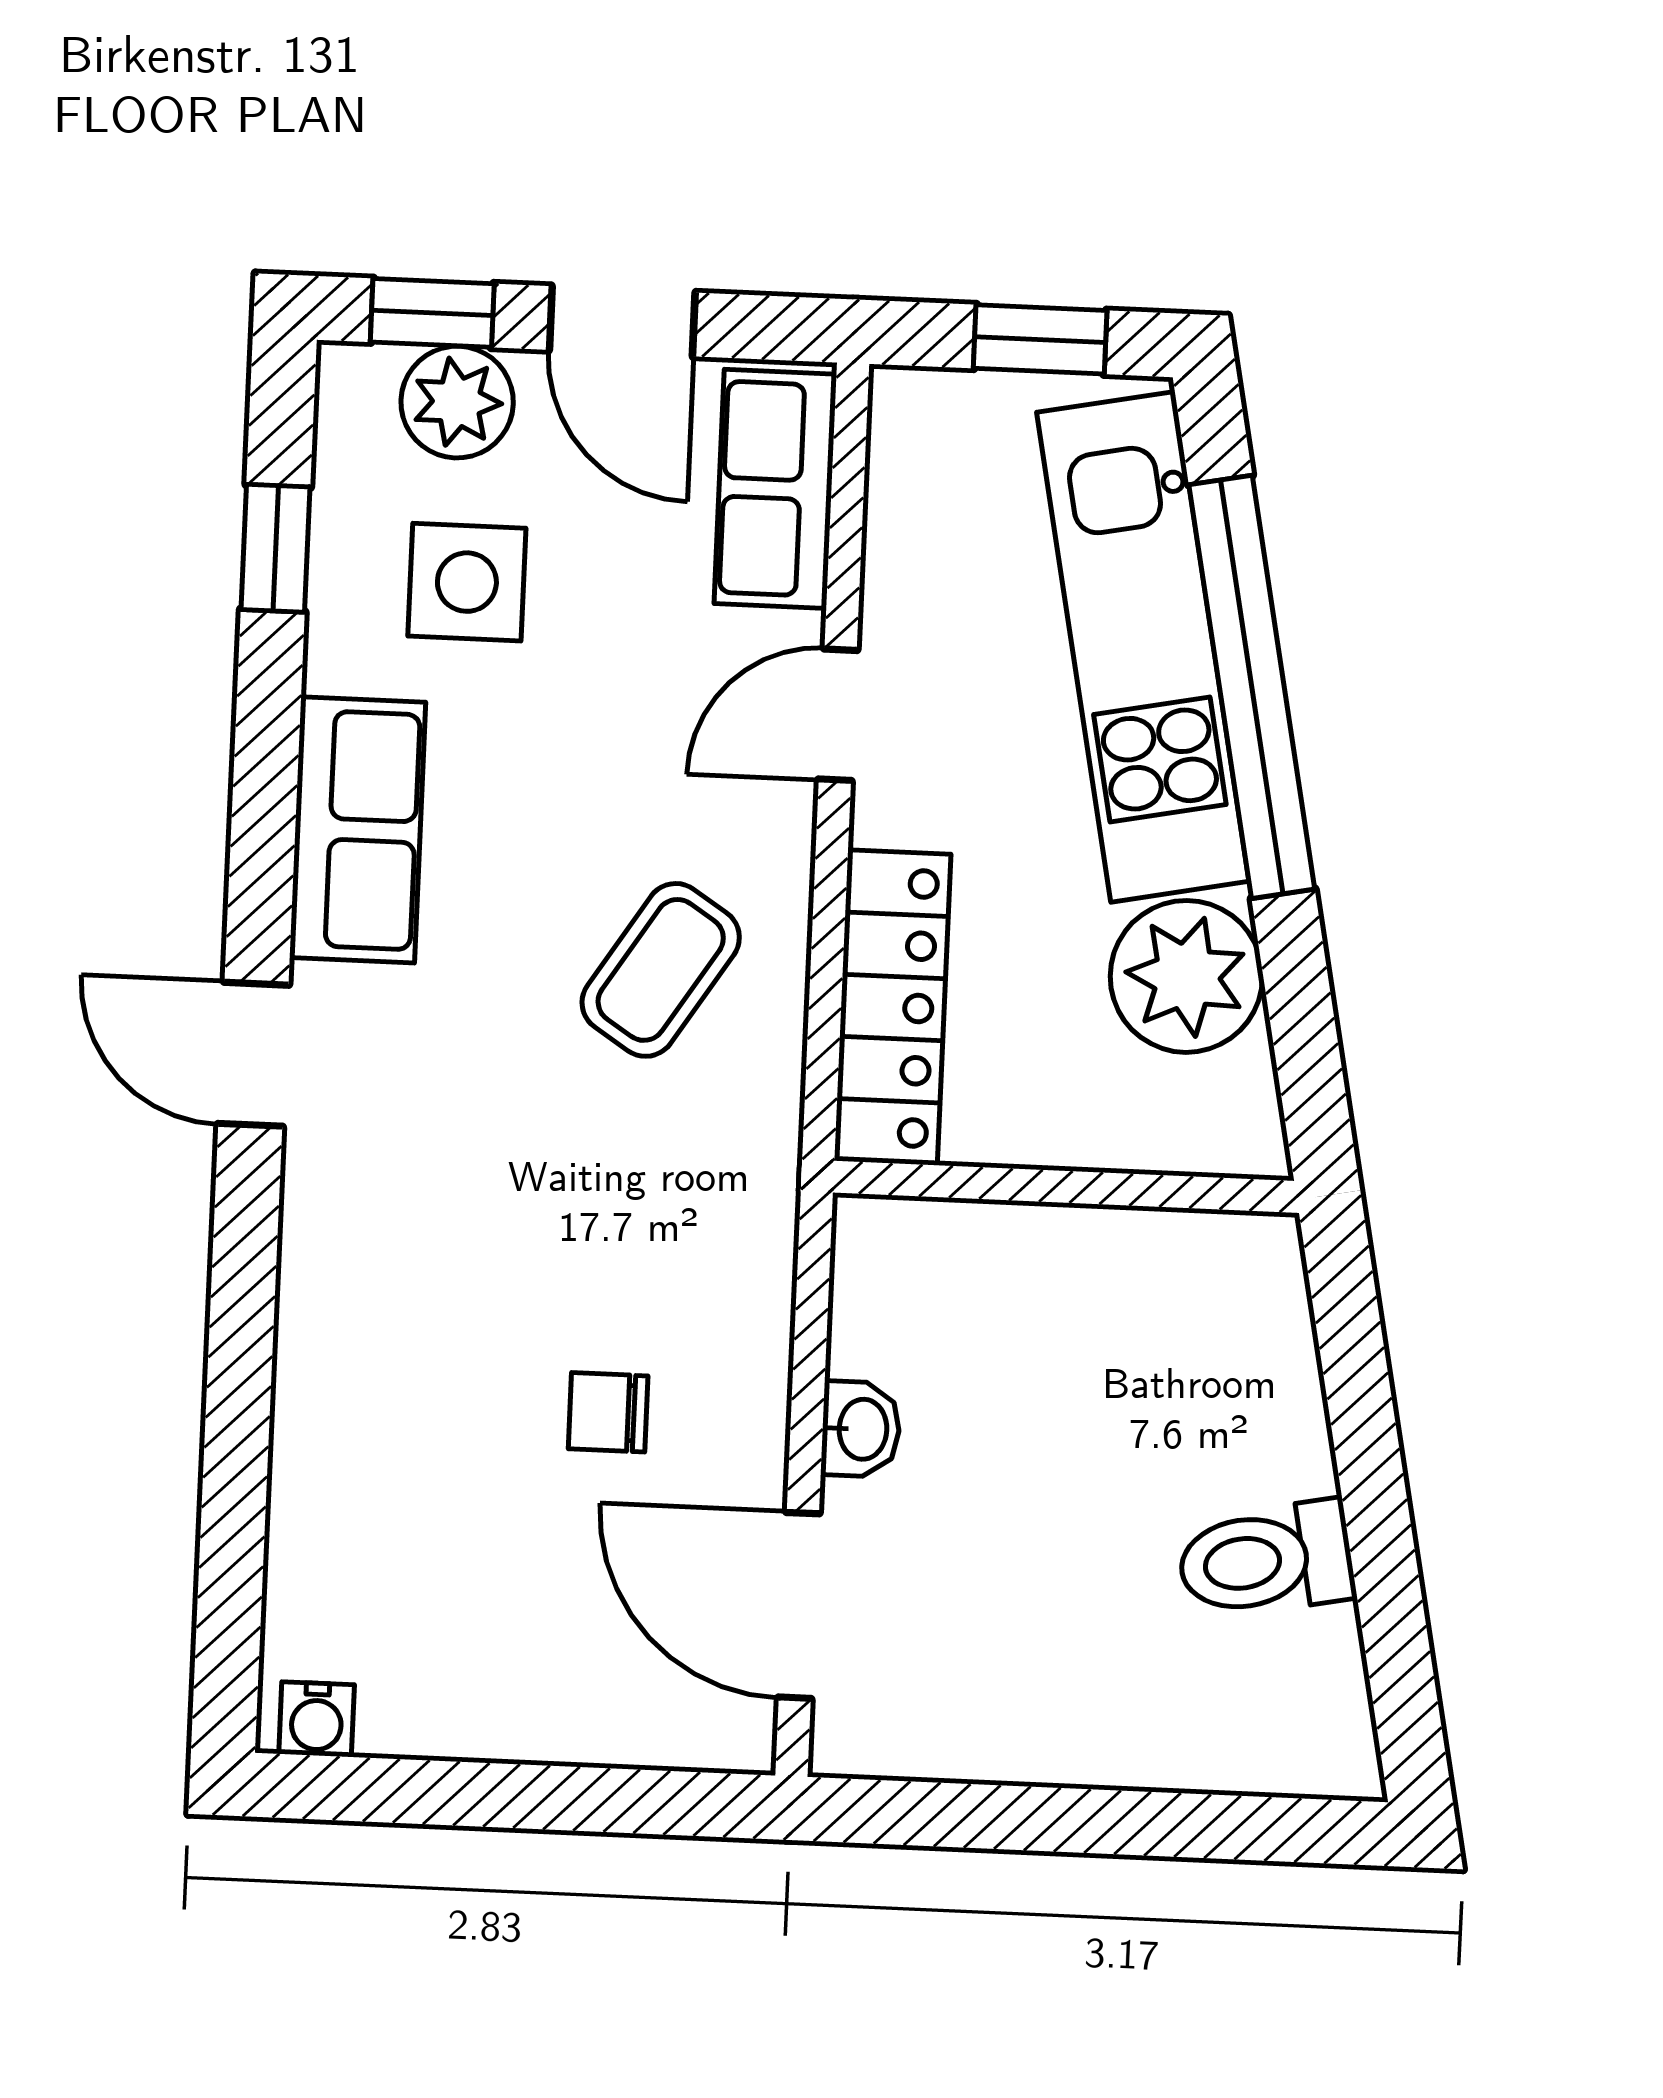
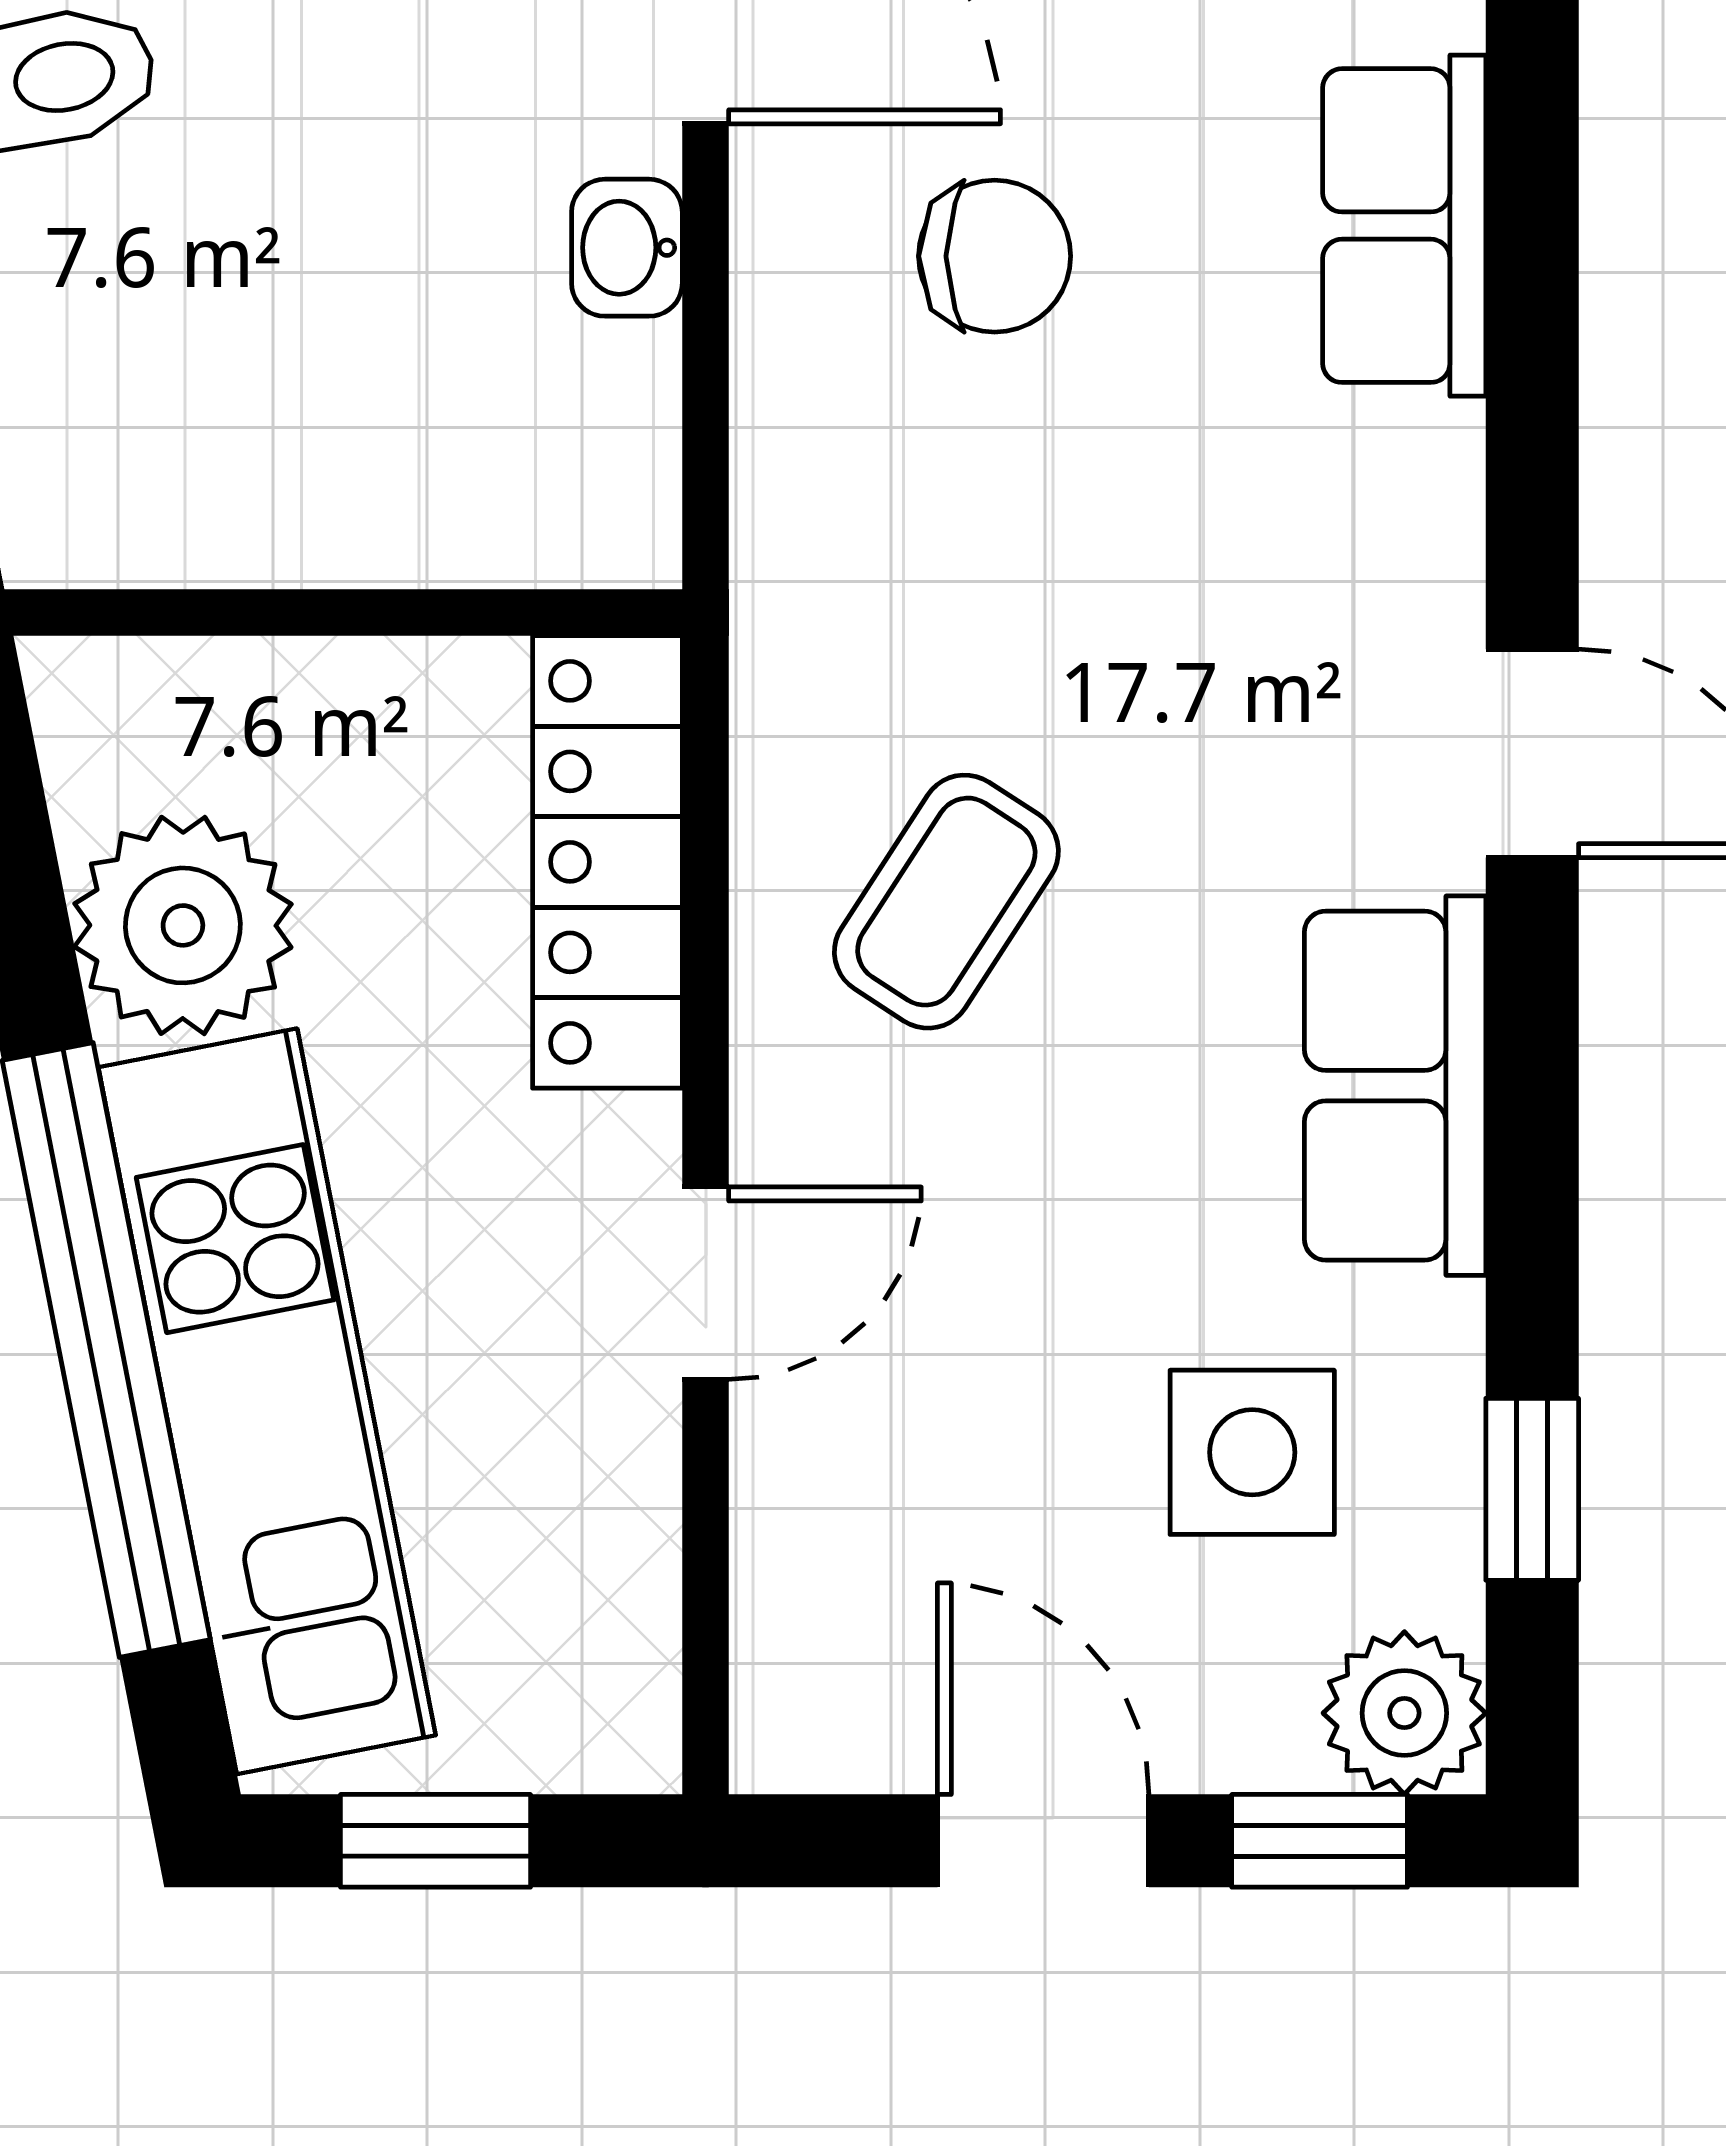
plant: (457, 402) -> (1404, 1713), moved
row of seats: (775, 489) -> (1404, 226), moved, turned 180
chair: (608, 1412) -> (995, 256), width x1.37, depth x1.37

